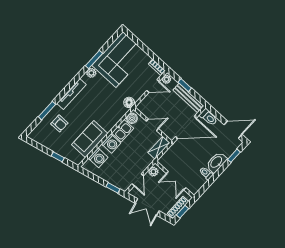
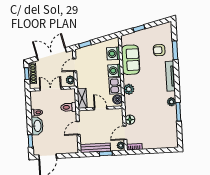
corner sofa: (119, 59) -> (163, 128), removed
floor lamp: (129, 102) -> (130, 120), moved
plant: (115, 117) -> (129, 89), added
toilet: (209, 117) -> (68, 107), moved
door: (152, 125) -> (101, 108), swing flipped
door: (186, 127) -> (78, 128), width x0.53
door: (138, 180) -> (75, 65), hinge flipped
double door: (147, 207) -> (52, 54), width x1.37

